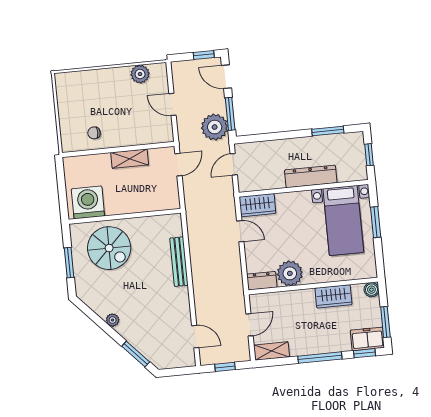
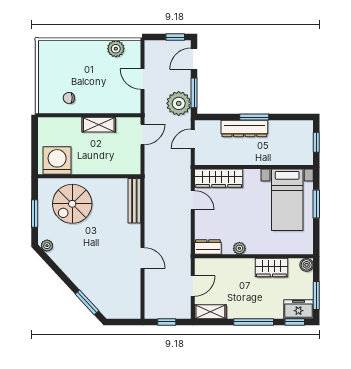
door: (227, 77) -> (194, 59), hinge flipped
window: (328, 131) -> (254, 117), moved
dresser: (311, 176) -> (244, 128), moved, turned 180
wardrobe: (257, 205) -> (219, 178), width x1.50
spiral stairs: (109, 248) -> (72, 204), turned 90
bench: (179, 262) -> (134, 201), moved
plant: (290, 273) -> (239, 248), width x0.53, depth x0.53
plant: (113, 320) -> (47, 246), moved
door: (195, 337) -> (143, 258), moved

